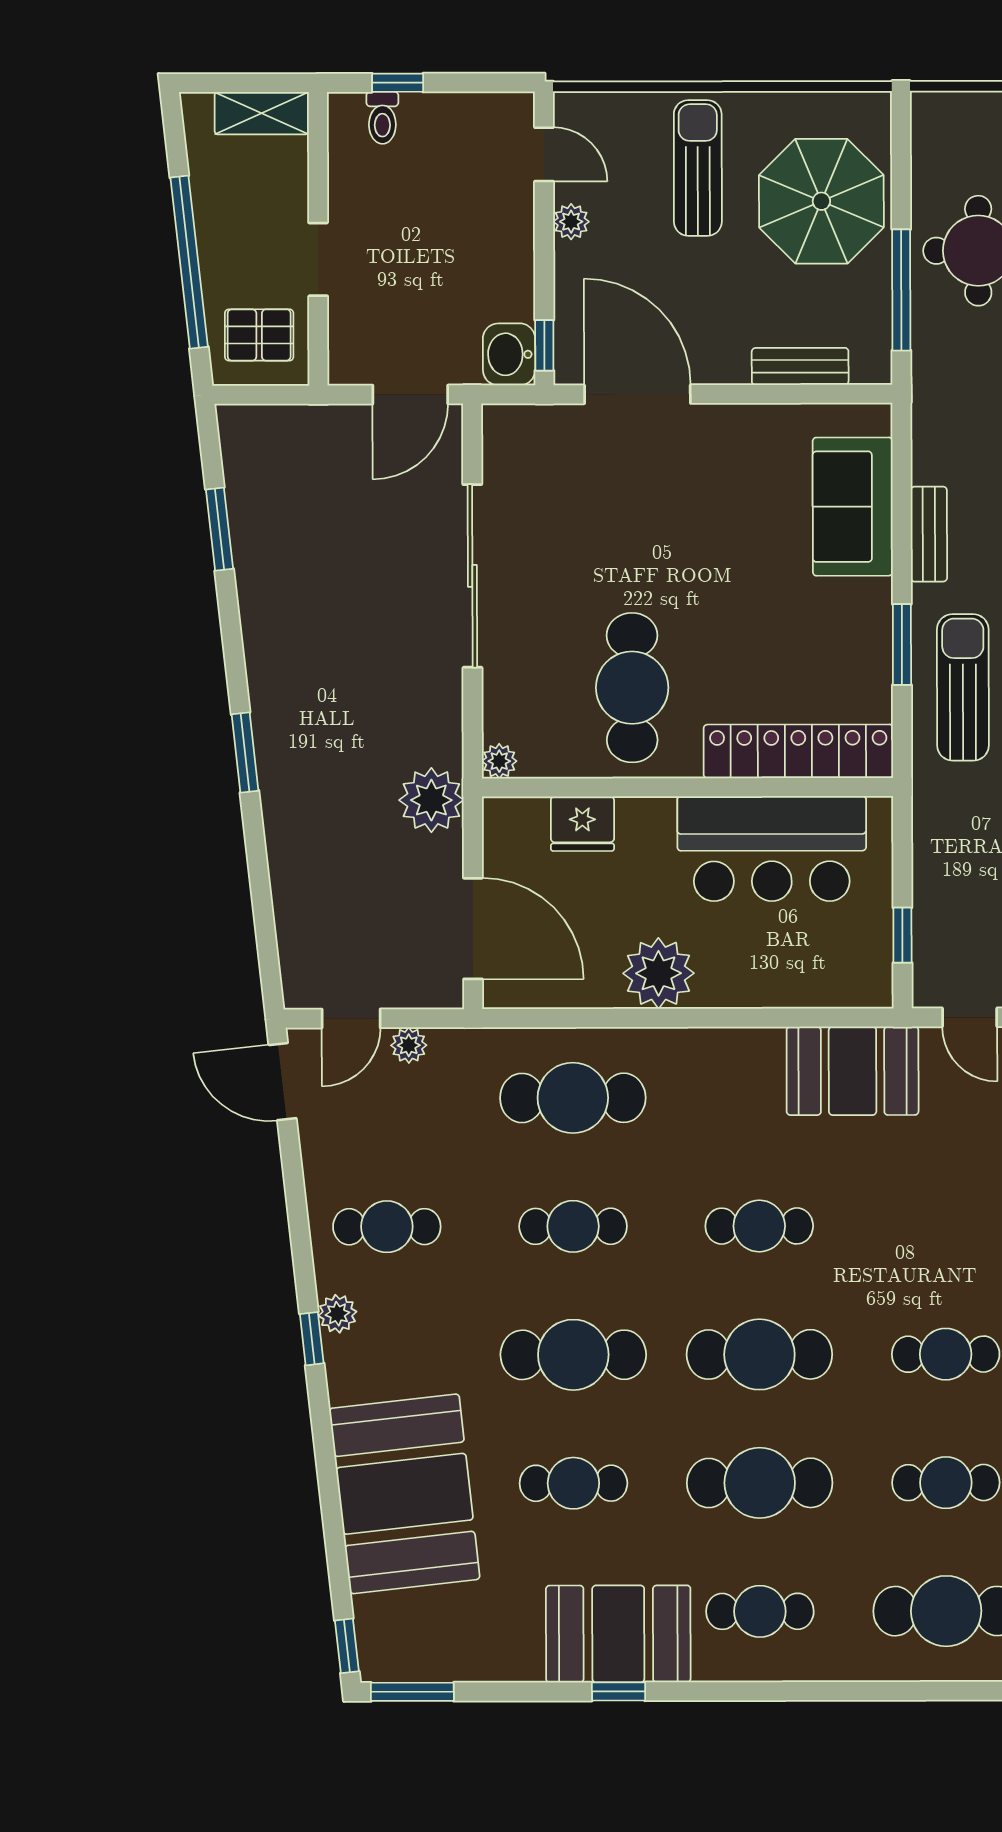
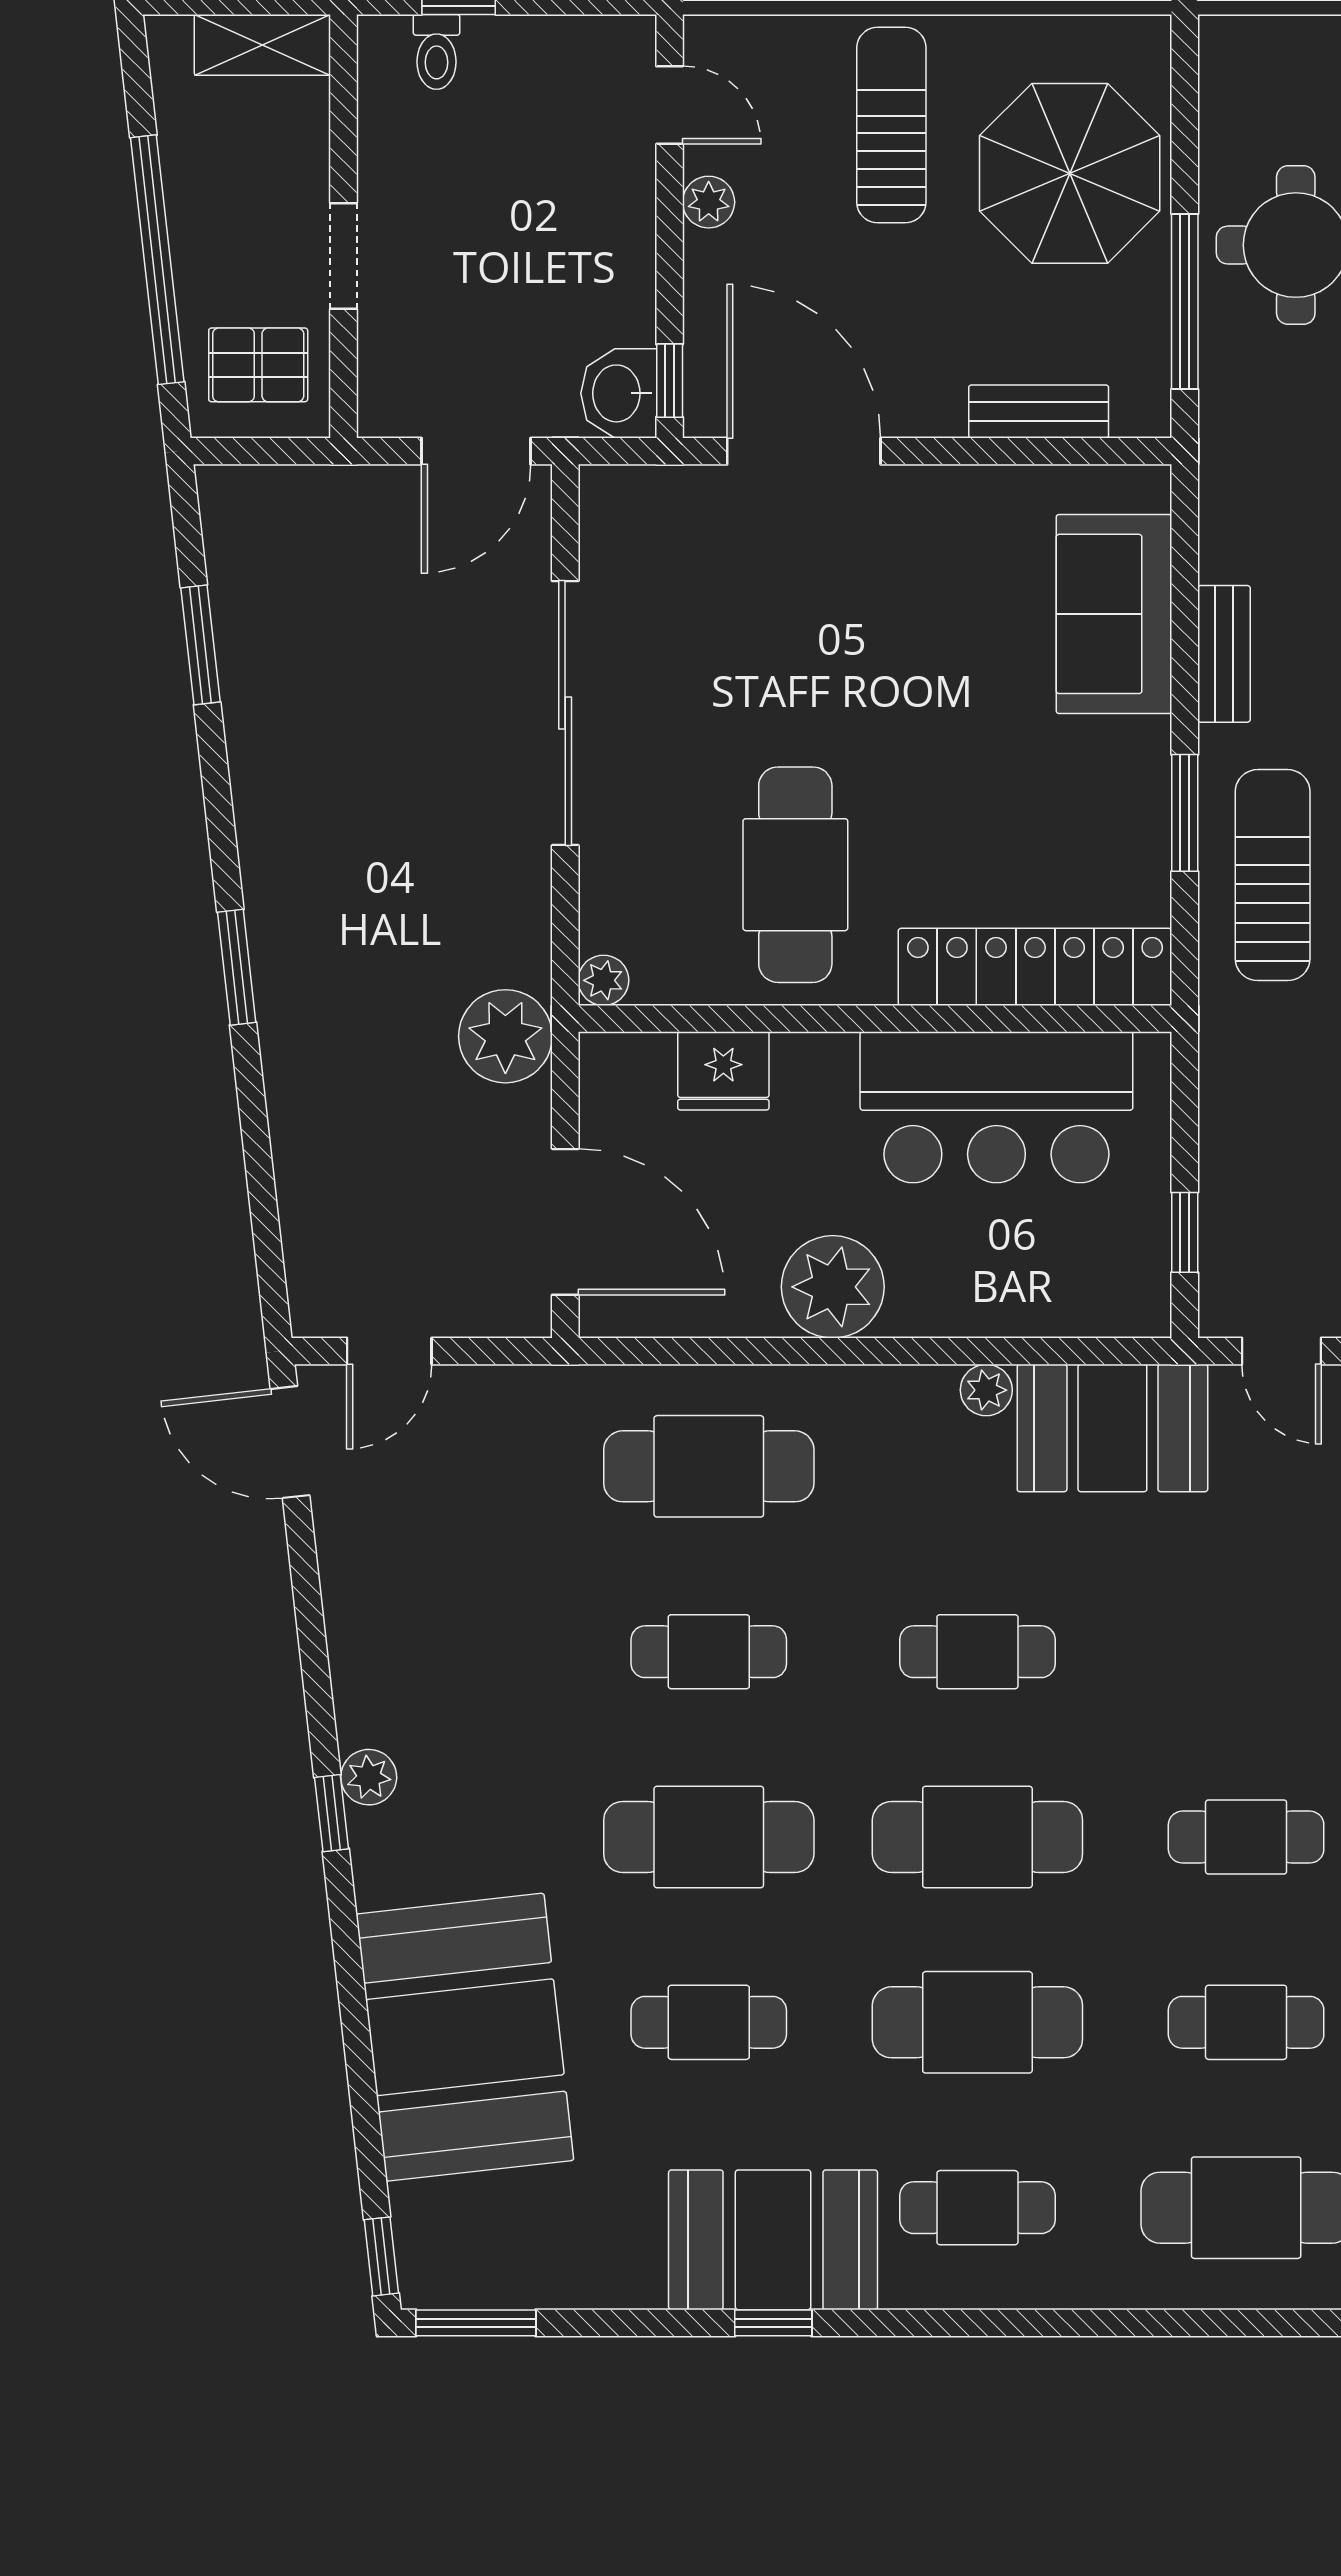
plant: (409, 1045) -> (986, 1390), moved
cafe table: (387, 1227) -> (440, 1652), removed

